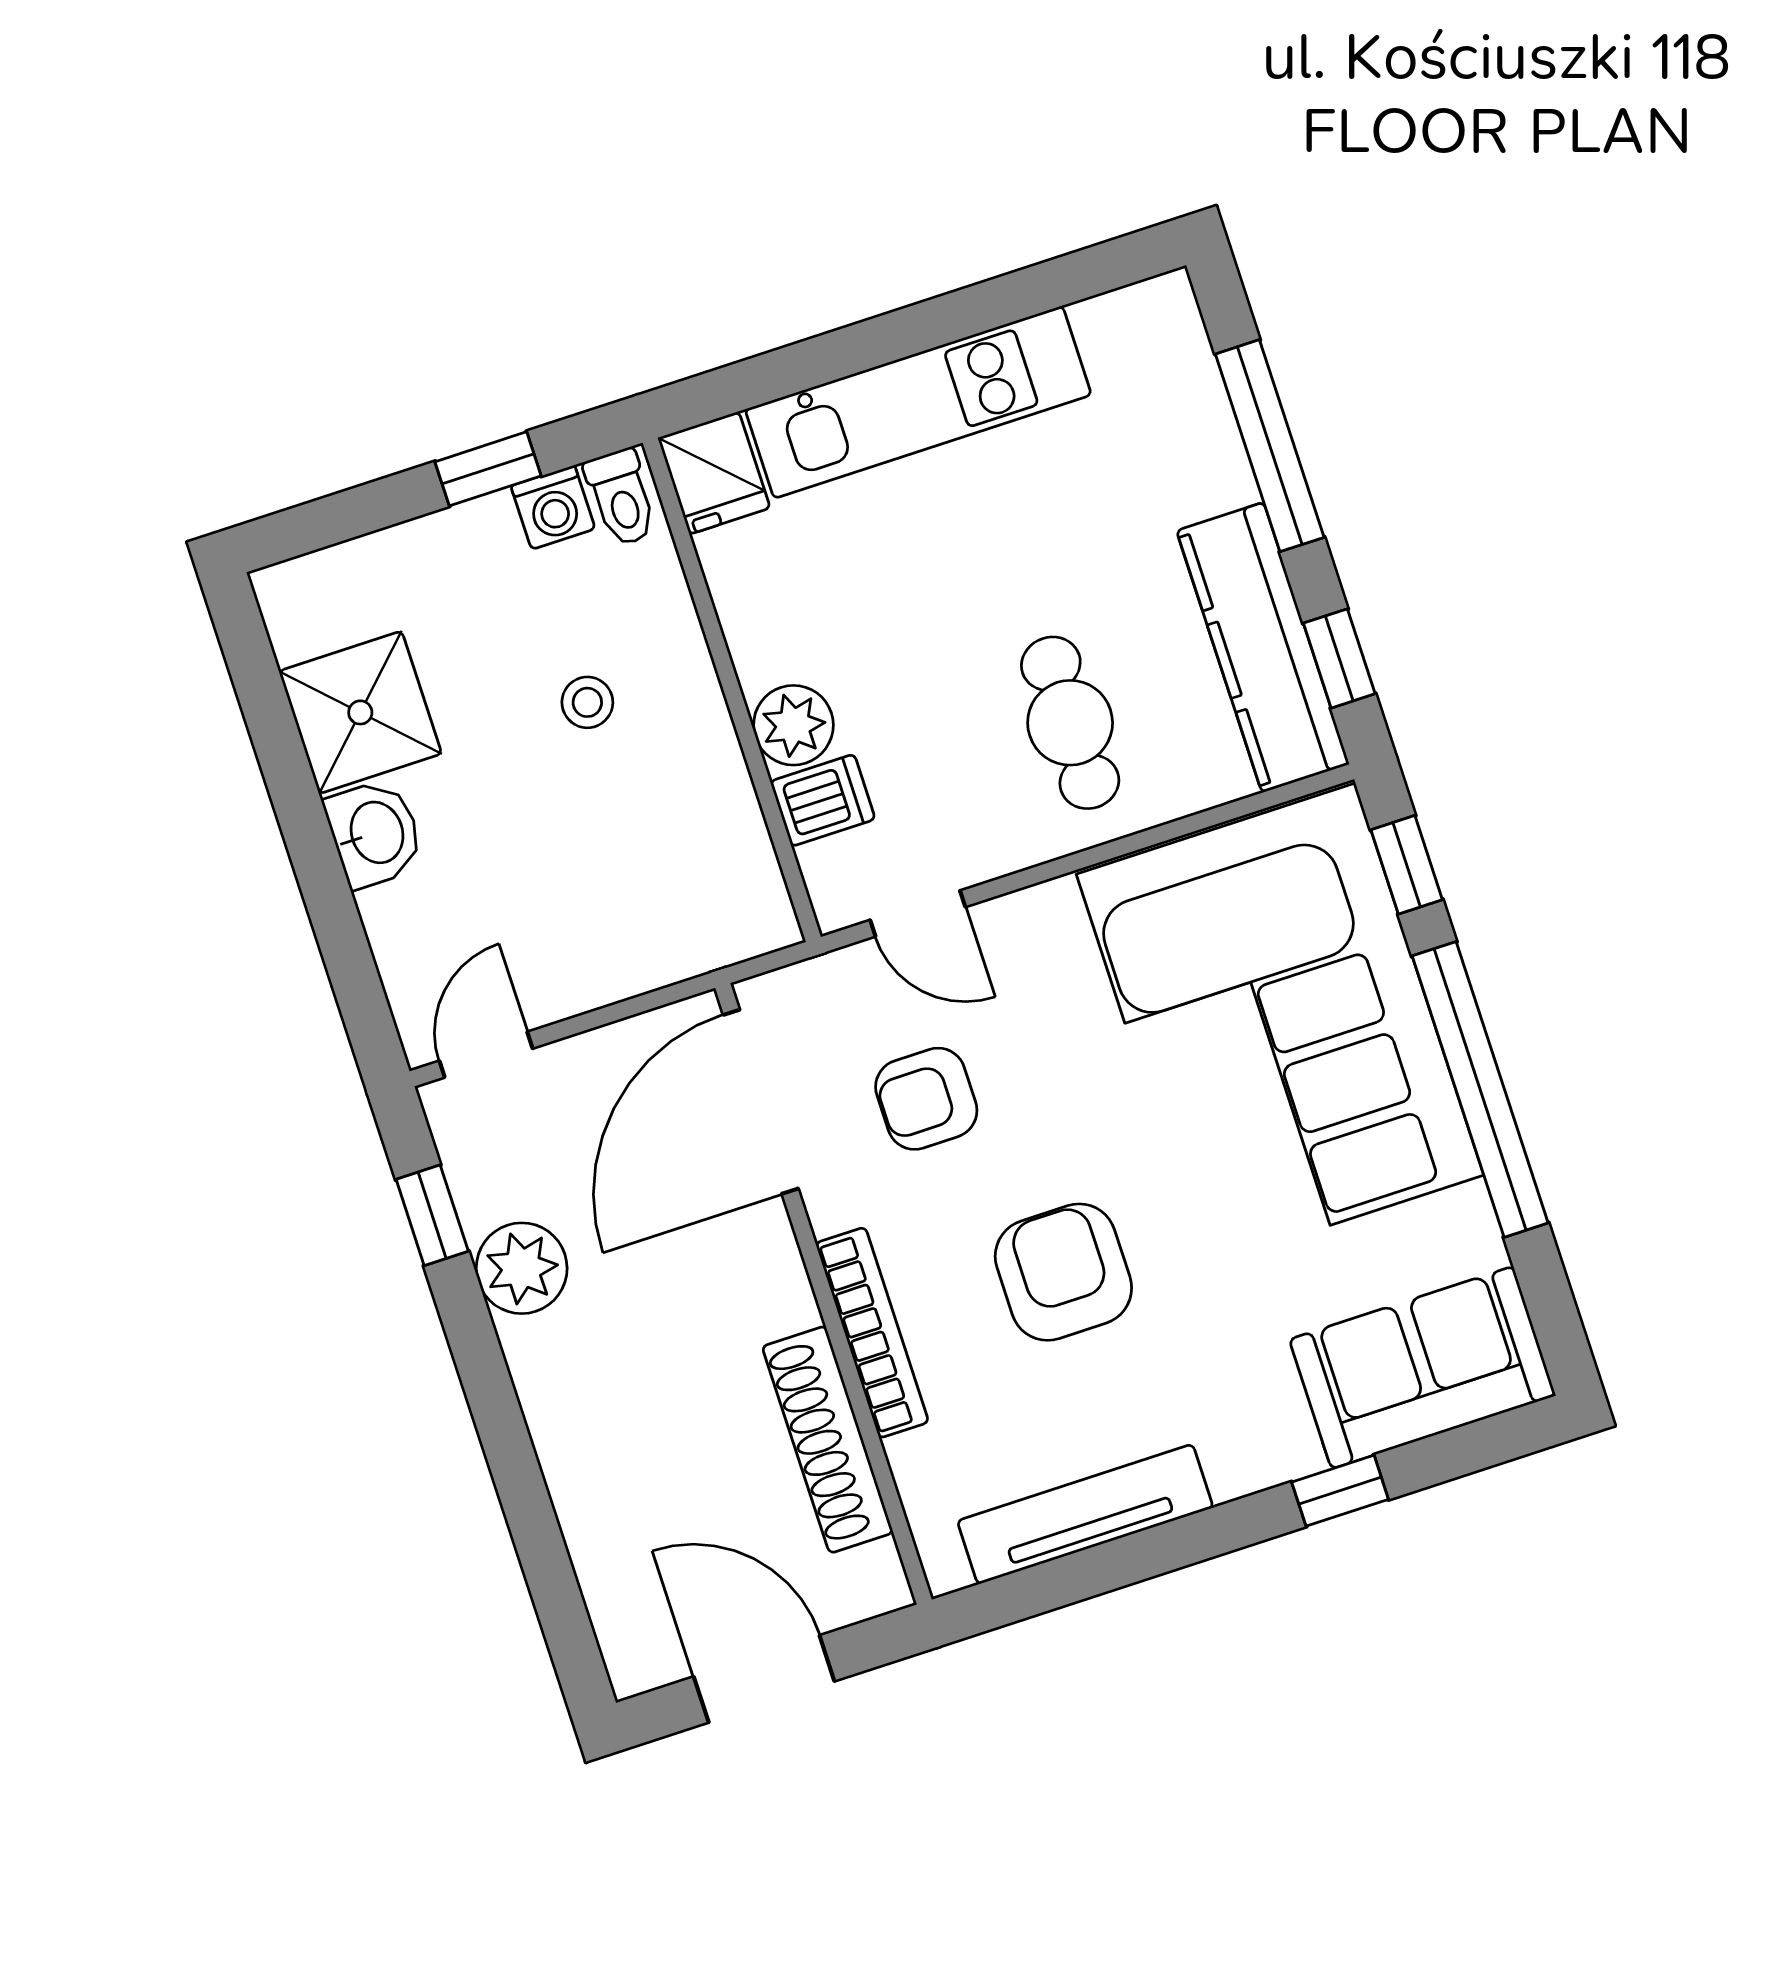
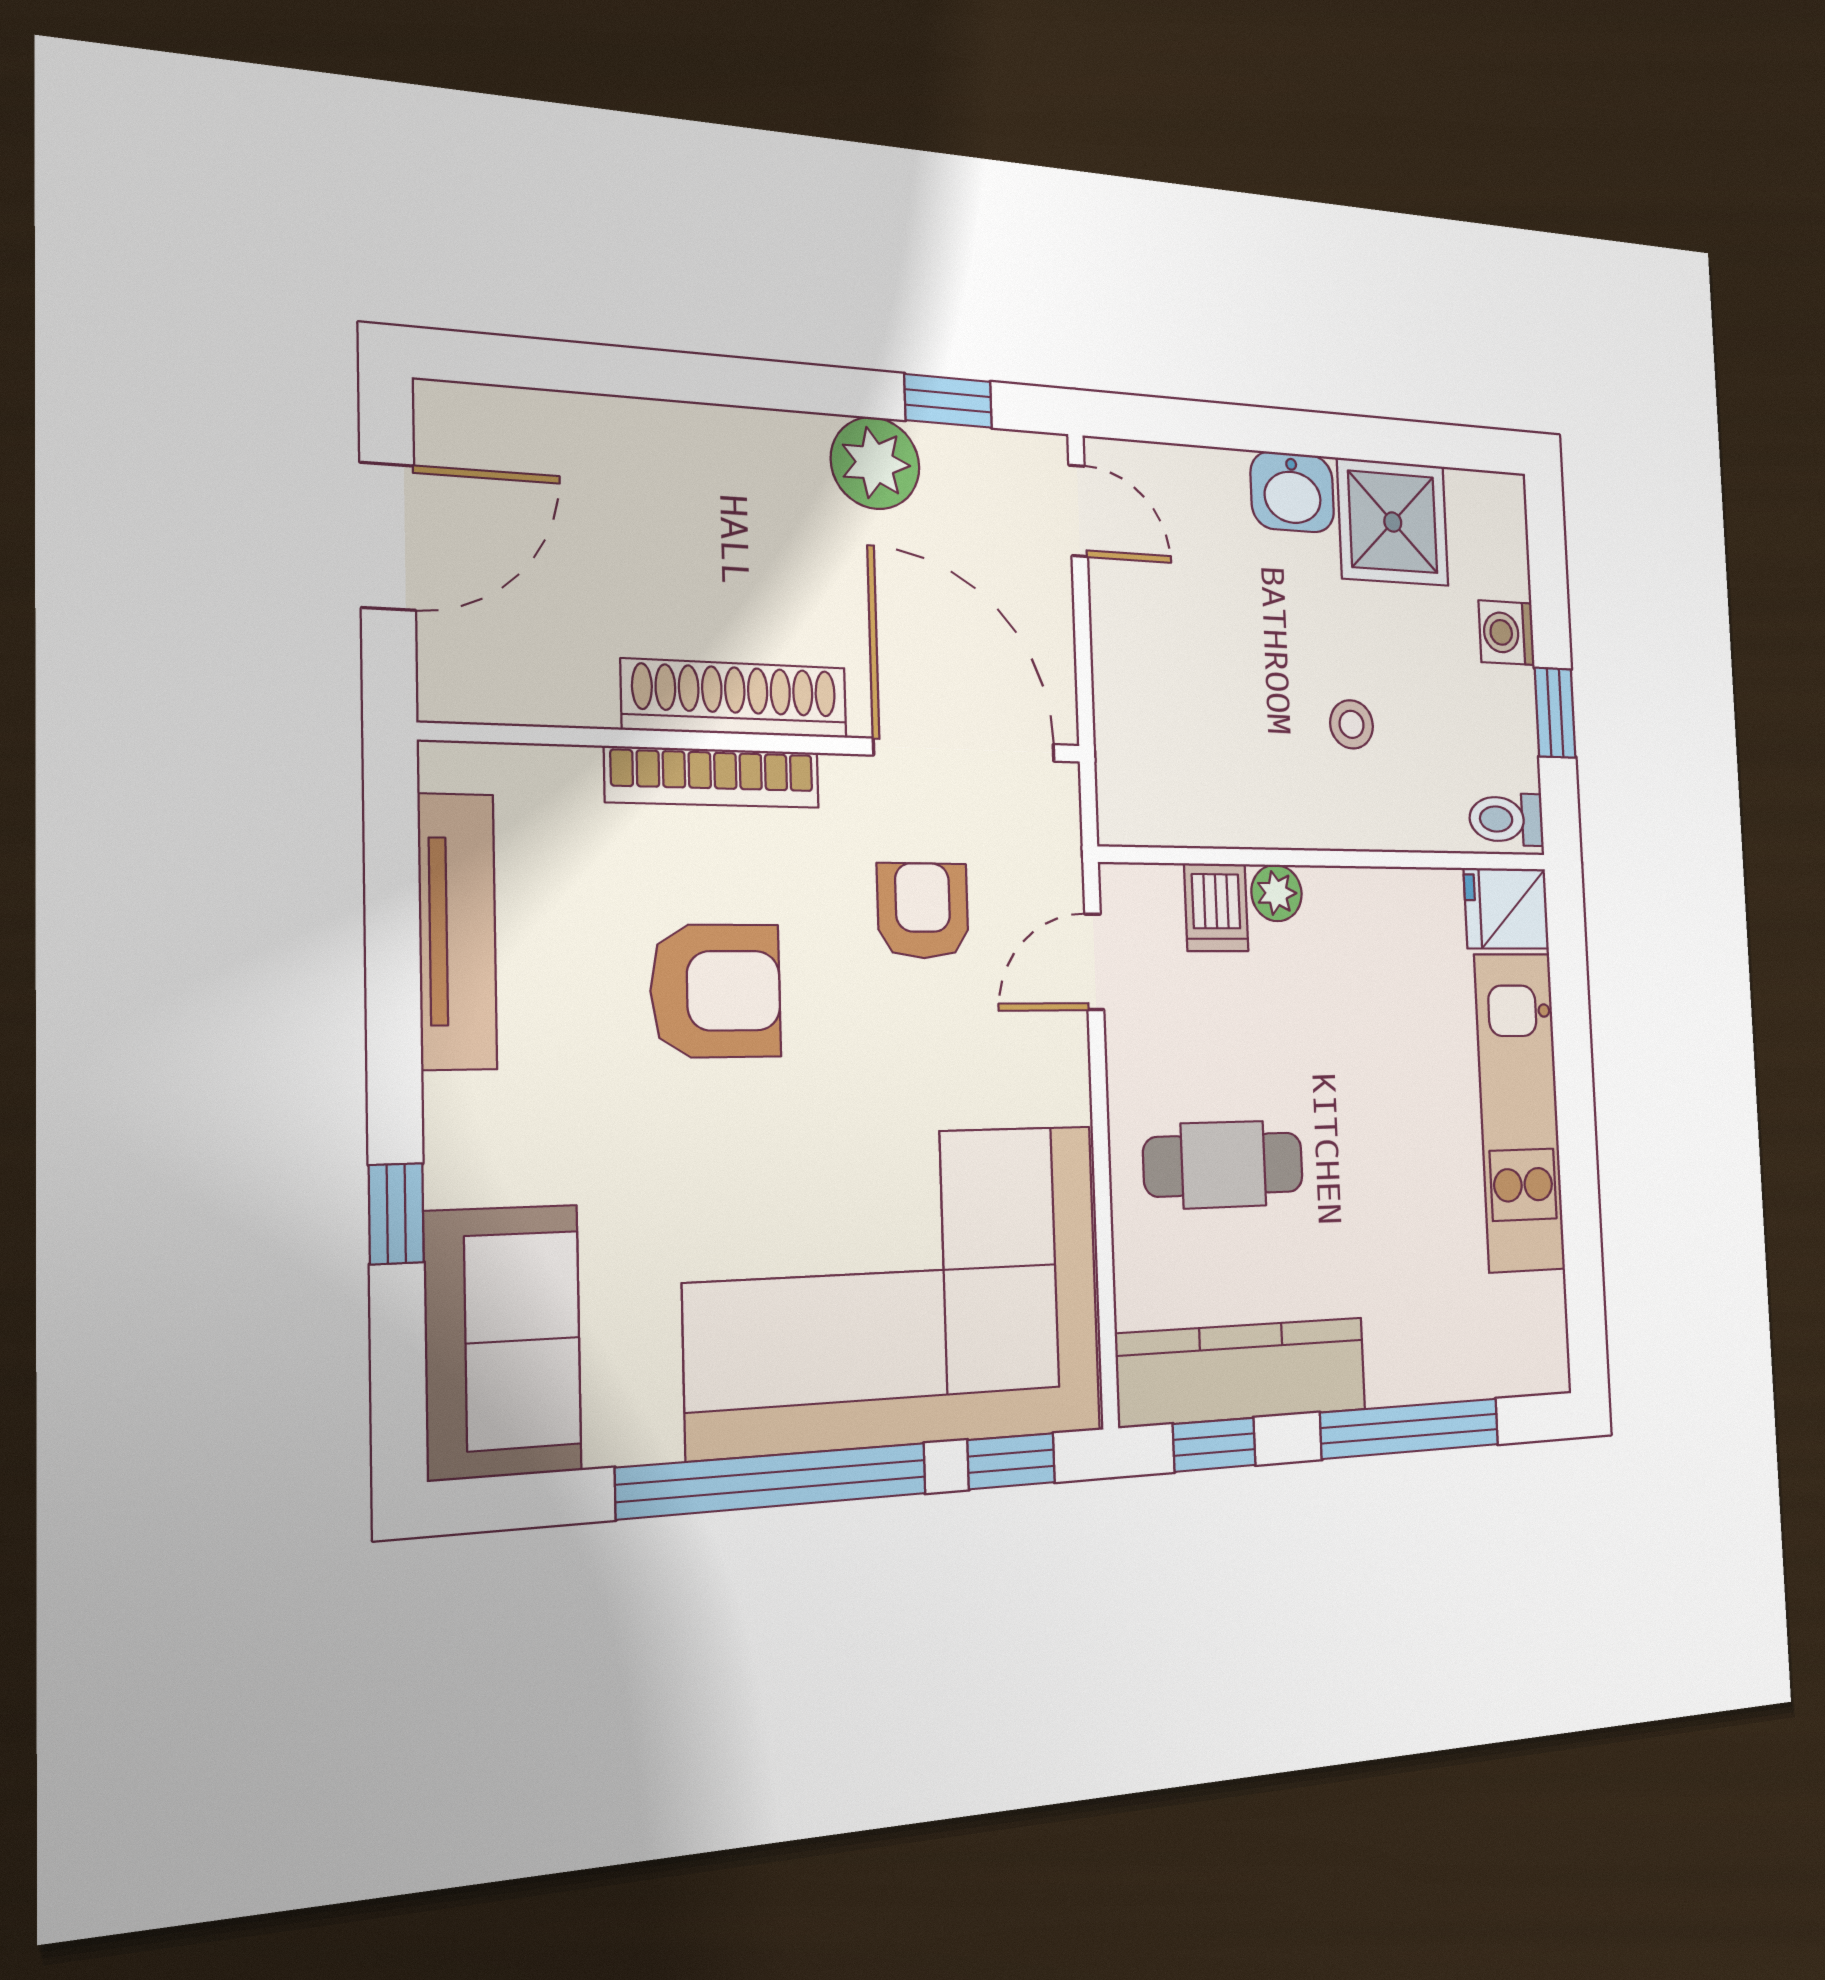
washing machine: (553, 507) -> (1507, 633), moved
plant: (793, 725) -> (1277, 893), width x0.73, depth x0.73
shoe rack: (828, 1440) -> (735, 699), moved

